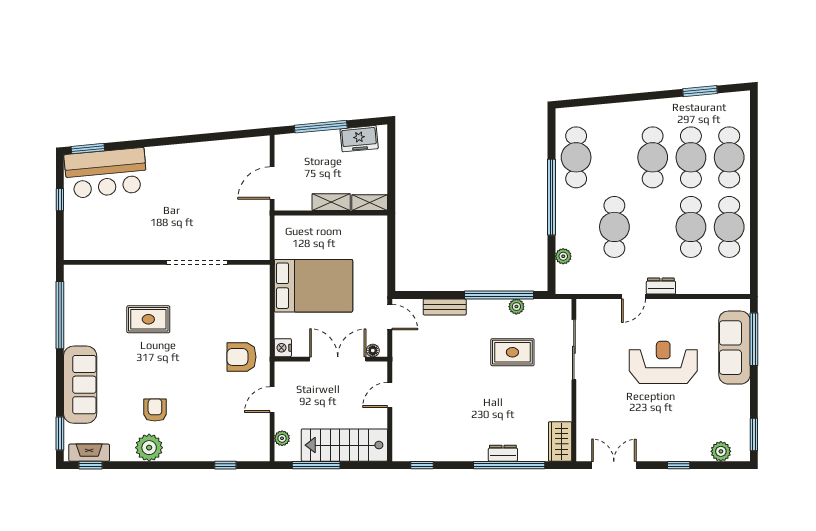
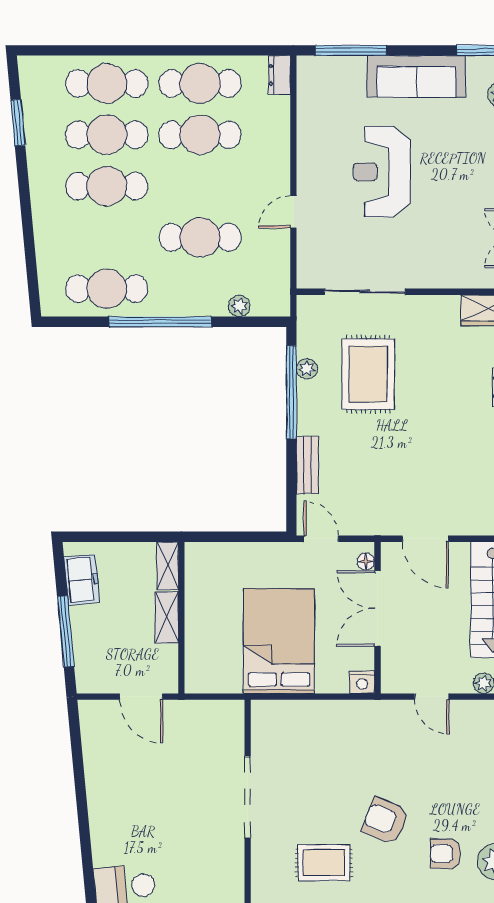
dresser: (661, 286) -> (279, 75), moved
door: (633, 297) -> (293, 212), swing flipped
door: (390, 317) -> (321, 539), hinge flipped
rug: (148, 319) -> (324, 863), turned 90
sofa: (734, 348) -> (416, 76), moved
rug: (512, 352) -> (368, 374), width x1.36, depth x1.43
armchair: (241, 357) -> (385, 821), moved, turned 112
door: (390, 395) -> (425, 539), width x1.38

